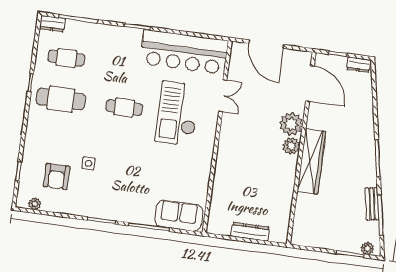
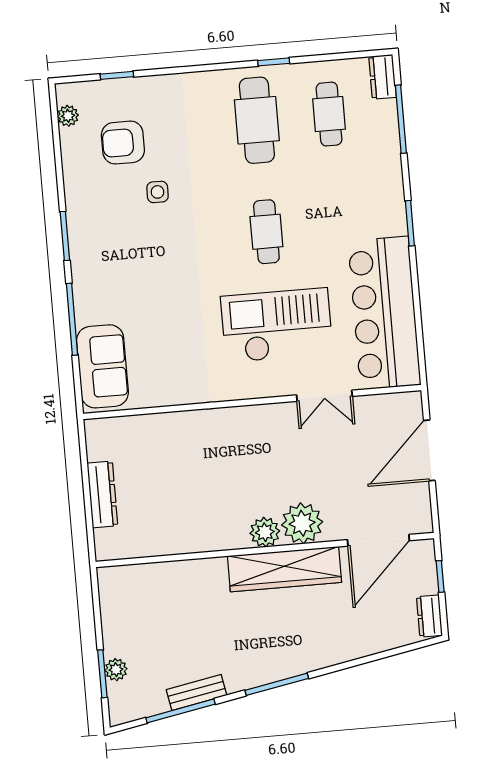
wardrobe: (311, 161) -> (284, 569), moved
plant: (367, 248) -> (116, 670), moved

